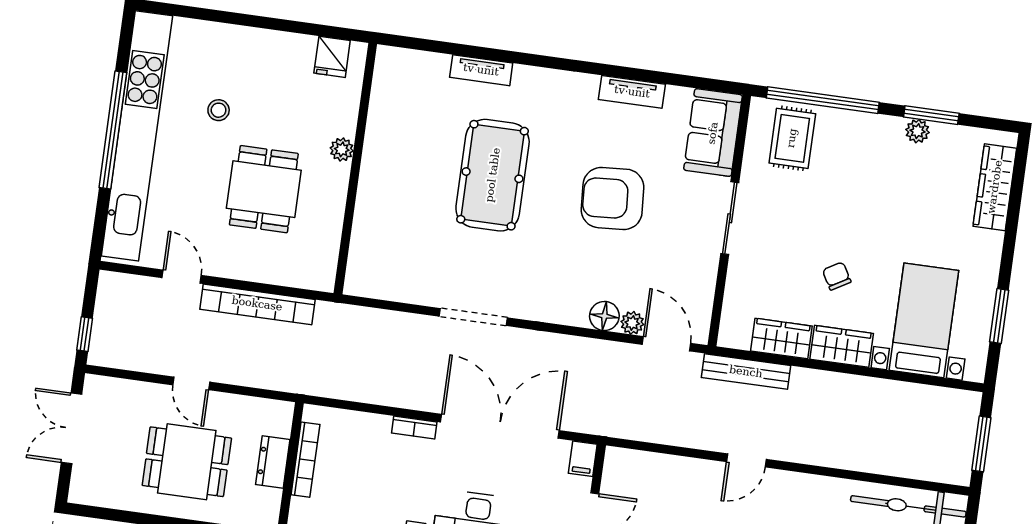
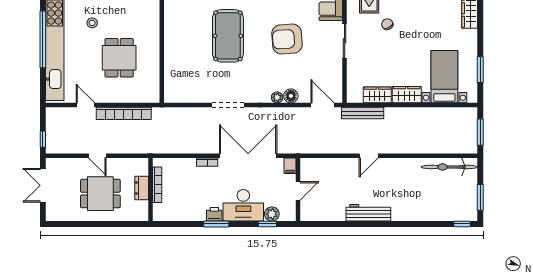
plant: (342, 149) -> (154, 34), removed
chair: (837, 276) -> (387, 24), moved
plant: (632, 323) -> (277, 97), moved

